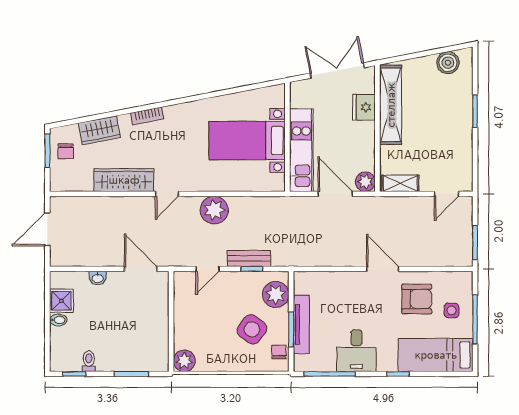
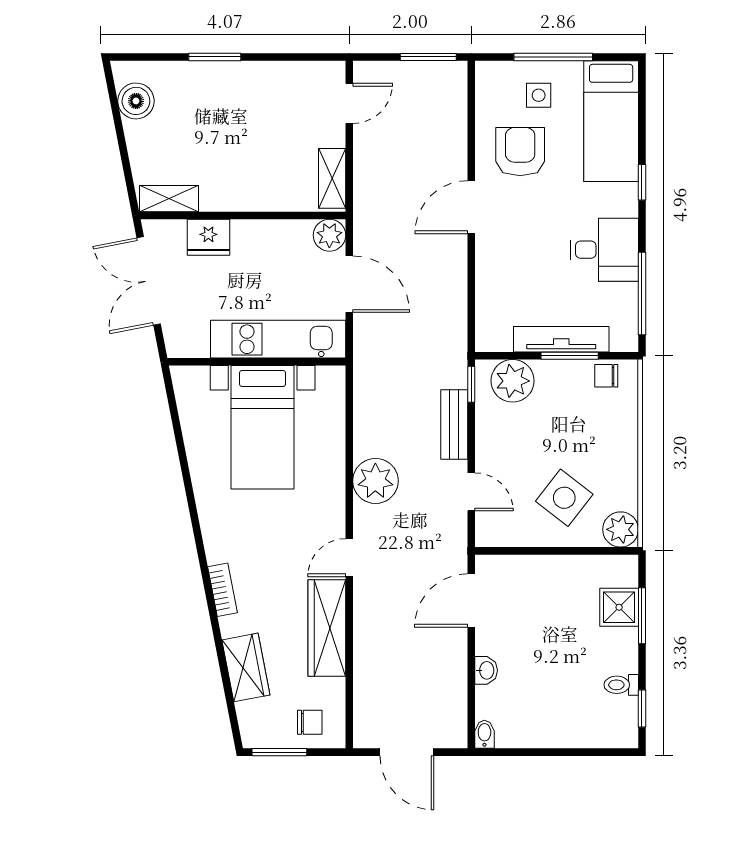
shelving: (391, 105) -> (169, 199), width x0.45, depth x0.75
chair: (66, 151) -> (310, 722), moved
door: (167, 194) -> (349, 558), swing flipped
door: (335, 194) -> (349, 284), swing flipped
door: (446, 194) -> (349, 103), hinge flipped
window: (252, 269) -> (471, 384), moved
shower: (61, 301) -> (619, 607), moved
bidet: (58, 320) -> (484, 734), moved
side table: (252, 329) -> (564, 498), moved

